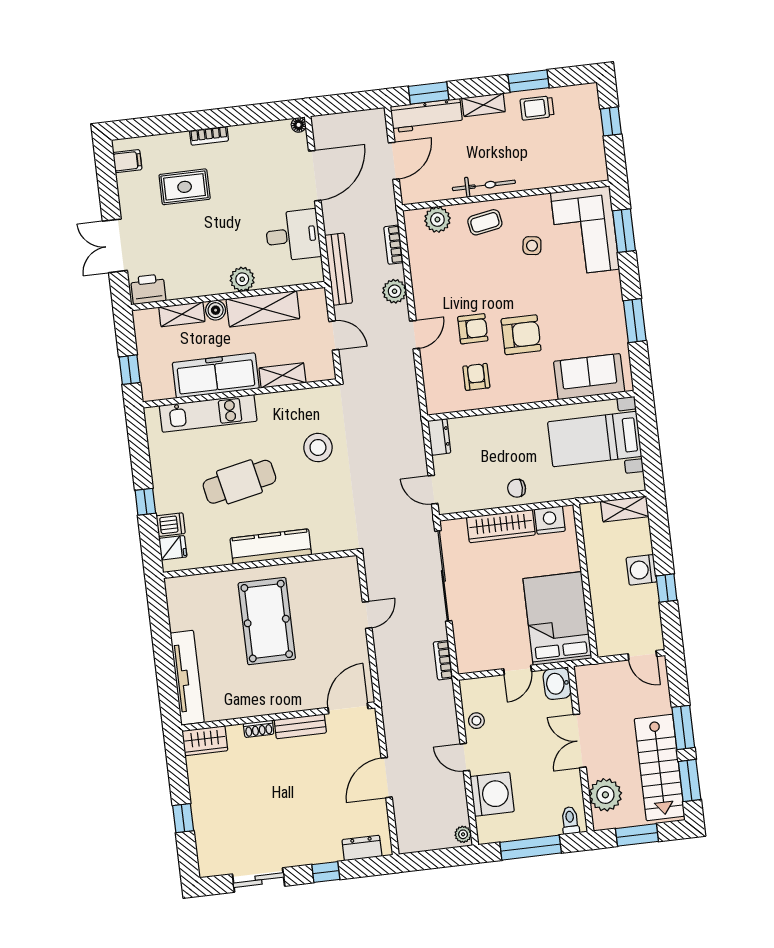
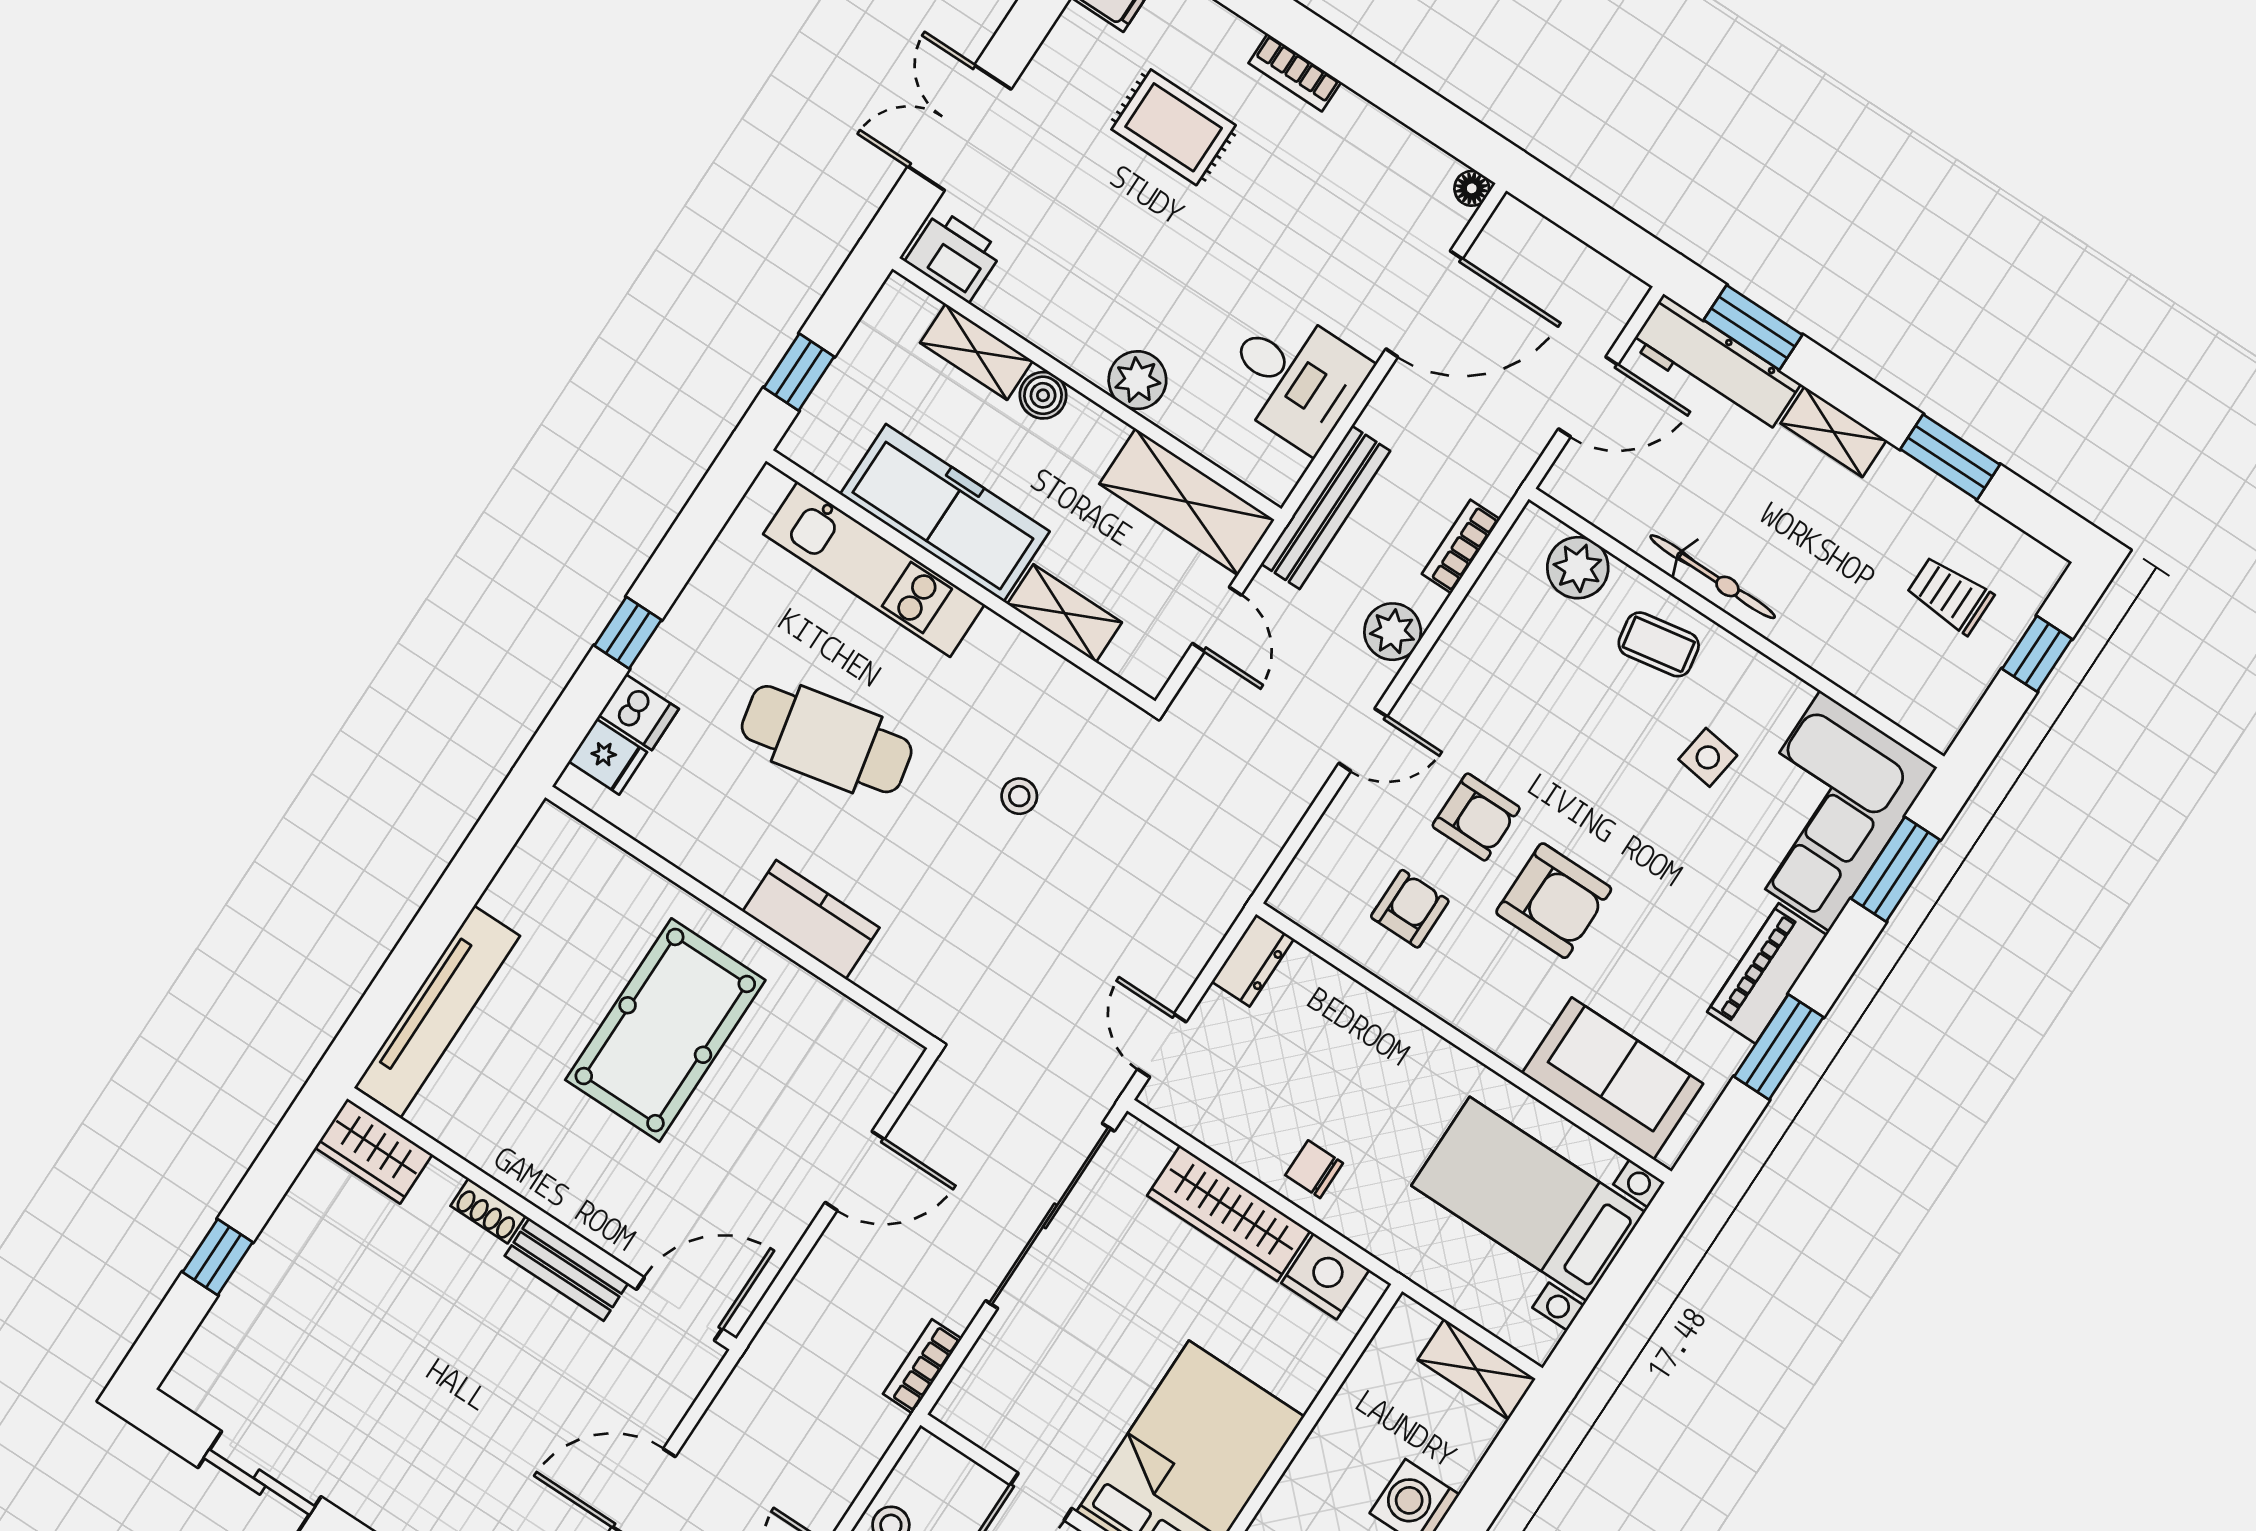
trolley: (537, 108) -> (1950, 595), moved
piano: (611, 300) -> (1767, 974), added
shelving: (263, 309) -> (1187, 502), moved
stool: (318, 447) -> (1019, 796), width x0.53, depth x0.53
kitchen counter: (271, 547) -> (811, 920), width x0.67
door: (367, 615) -> (855, 1171), width x1.38

